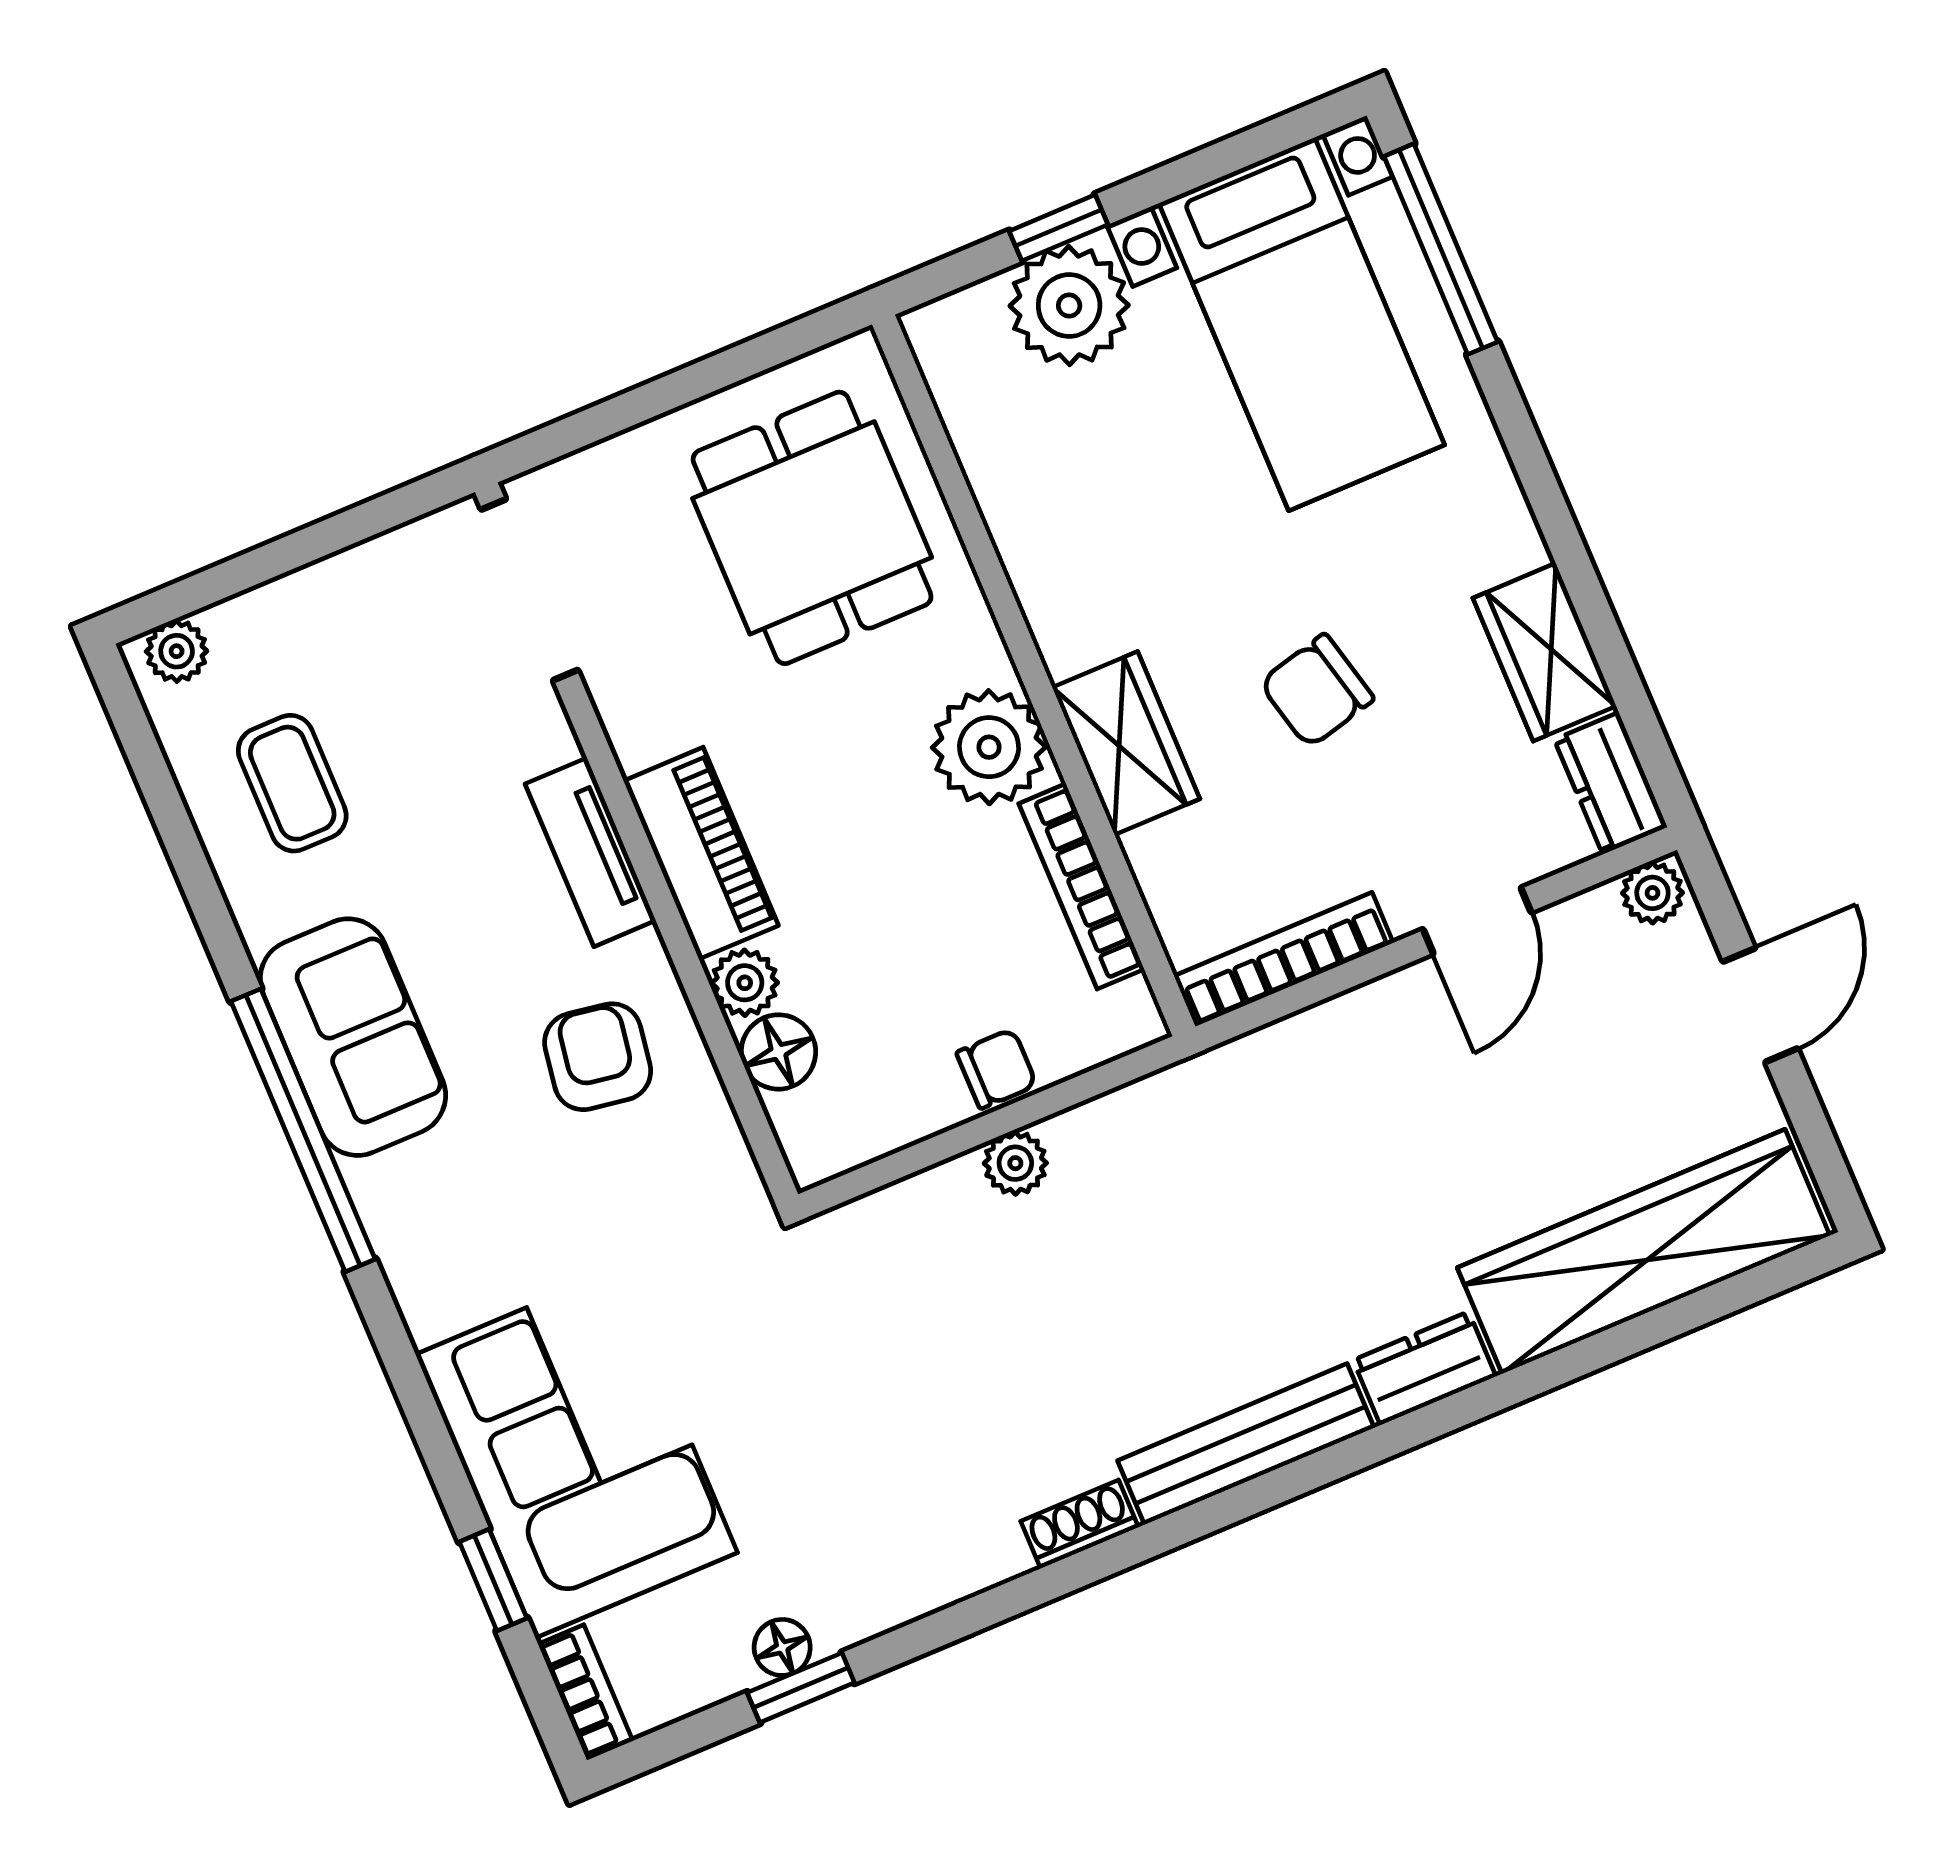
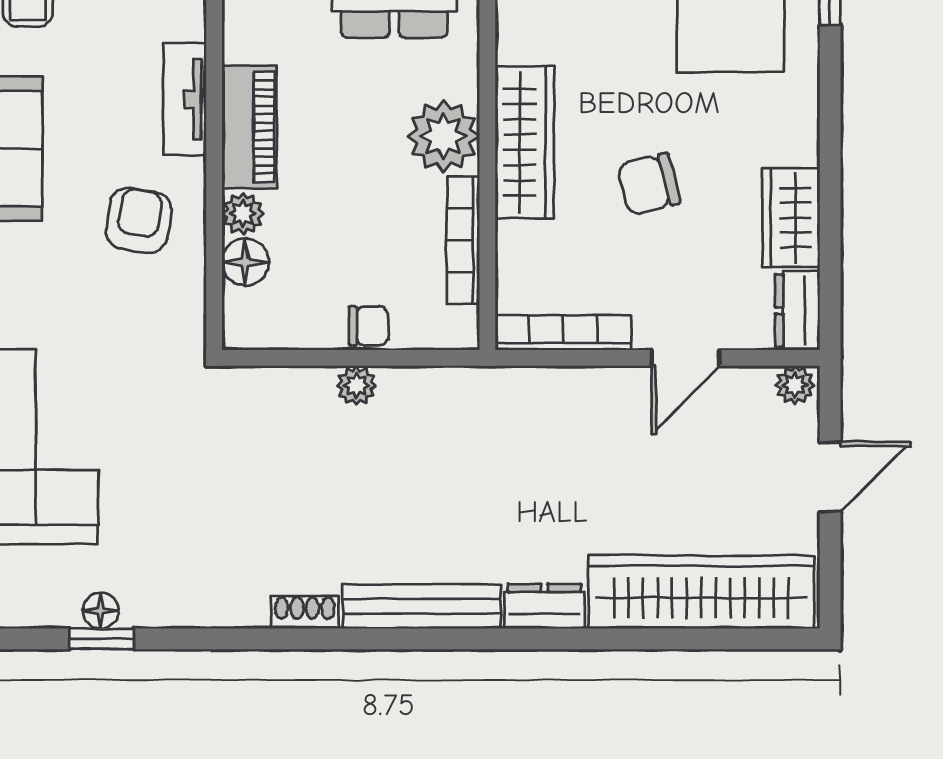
wardrobe: (1126, 743) -> (524, 142), width x1.50

